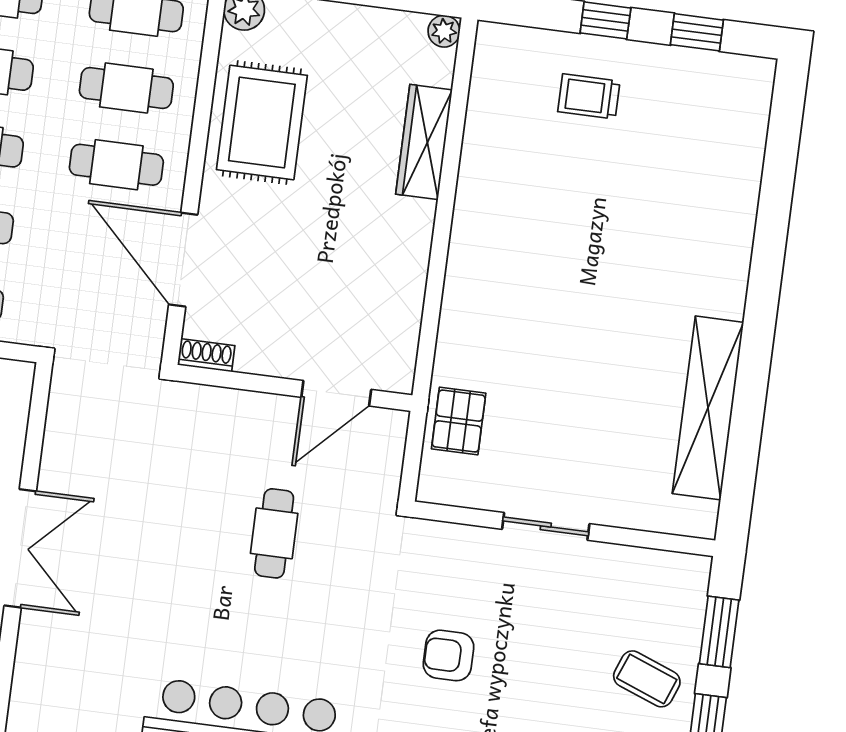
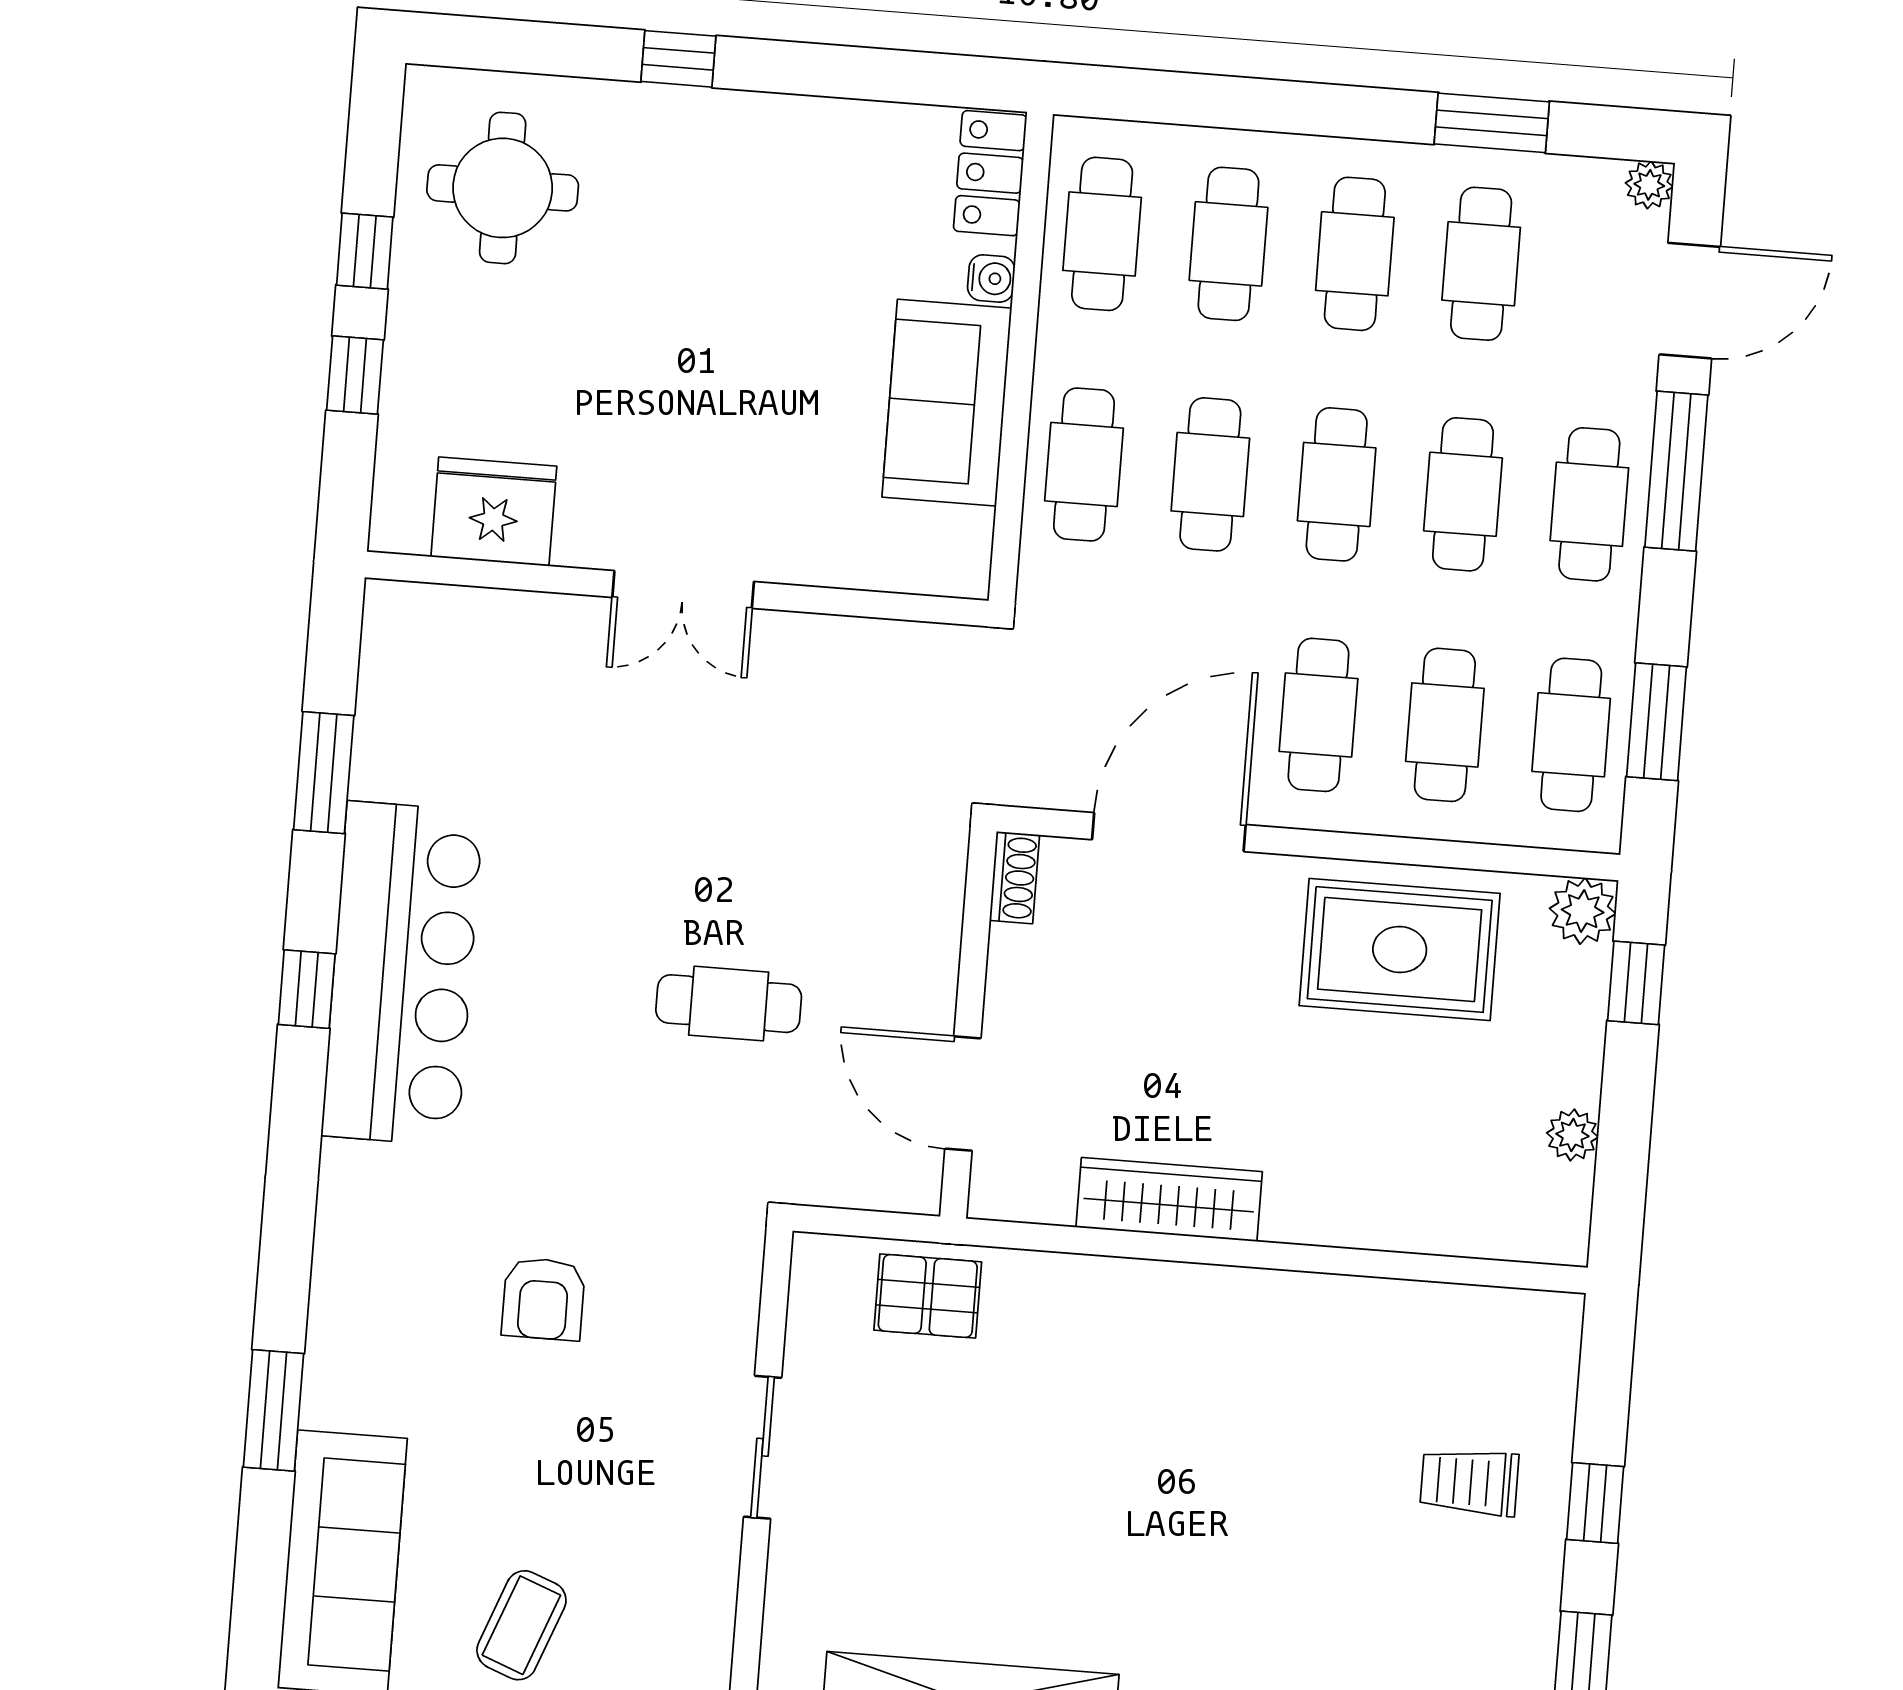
plant: (444, 31) -> (1572, 1135), moved
trolley: (589, 96) -> (1469, 1482), turned -90
wardrobe: (424, 142) -> (1169, 1199), moved
double door: (20, 548) -> (683, 589), width x0.73
armchair: (449, 655) -> (543, 1299), turned 180

